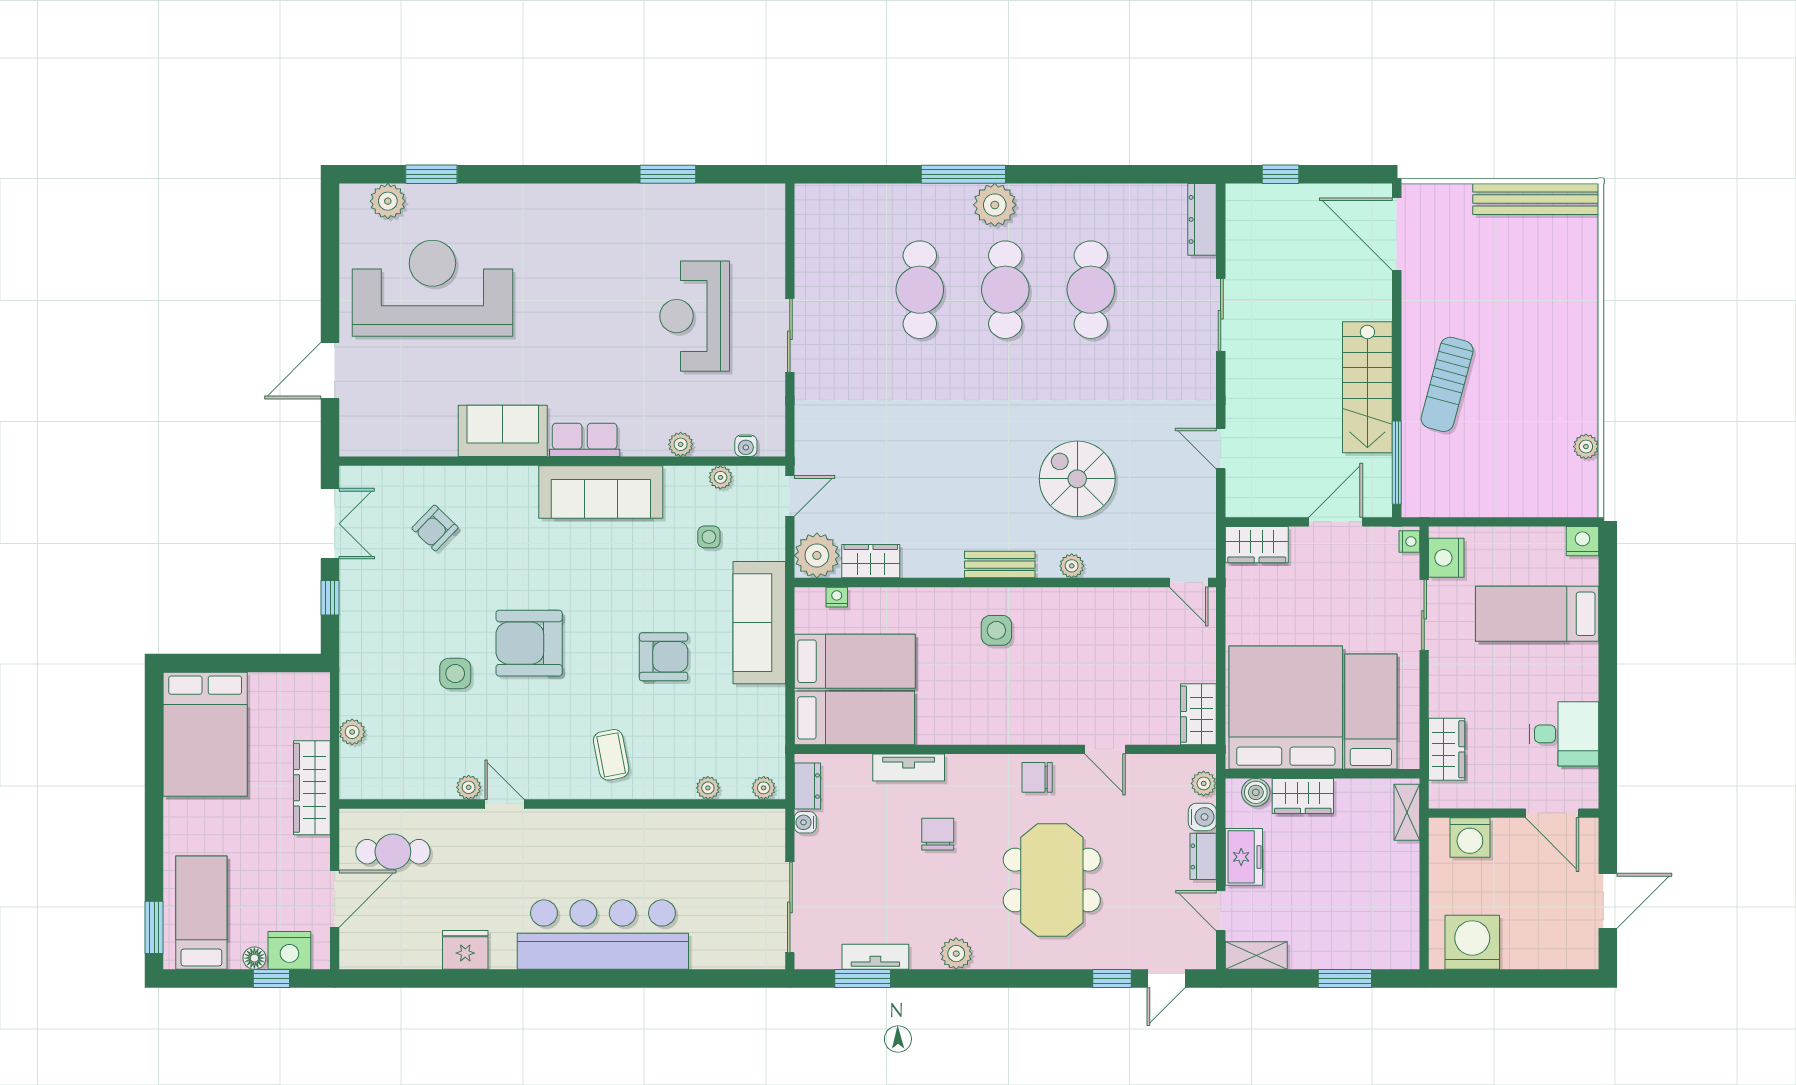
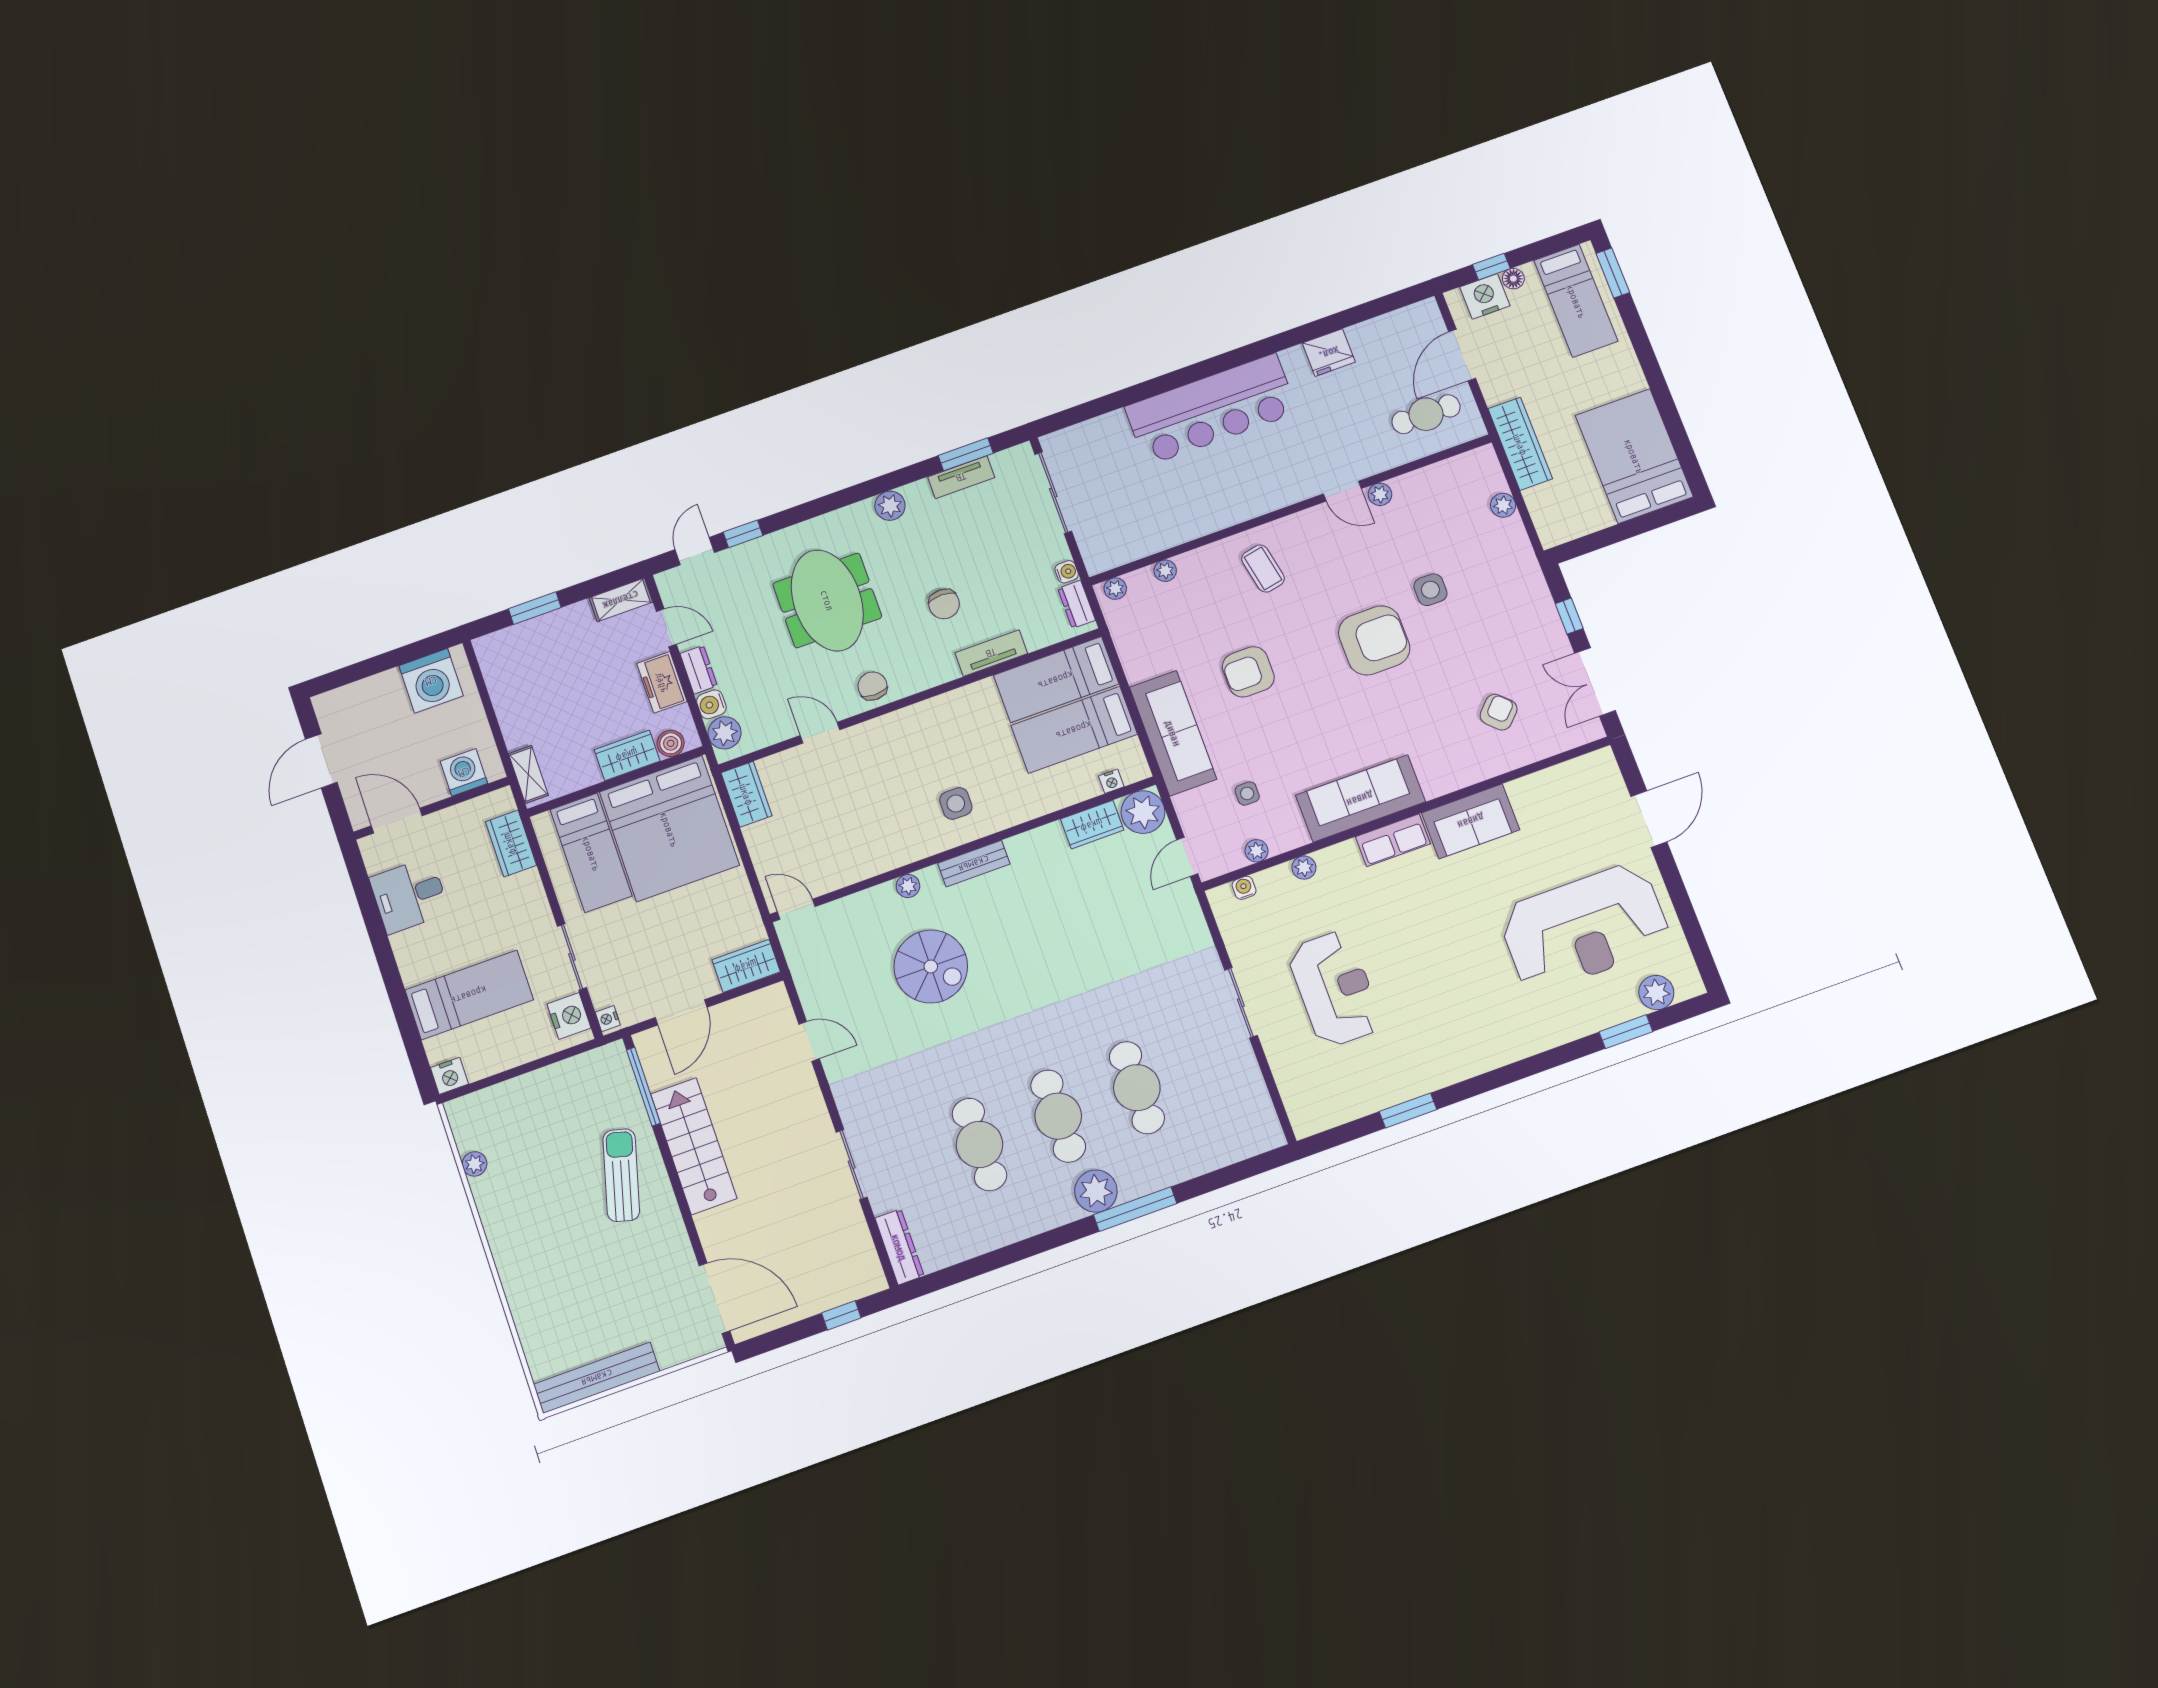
chair: (1037, 777) -> (872, 686), turned -90
plant: (1204, 783) -> (725, 733), width x1.38, depth x1.38

